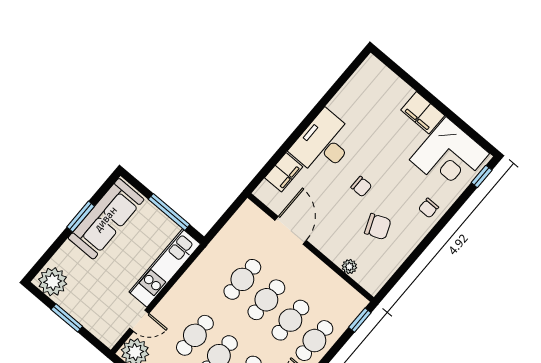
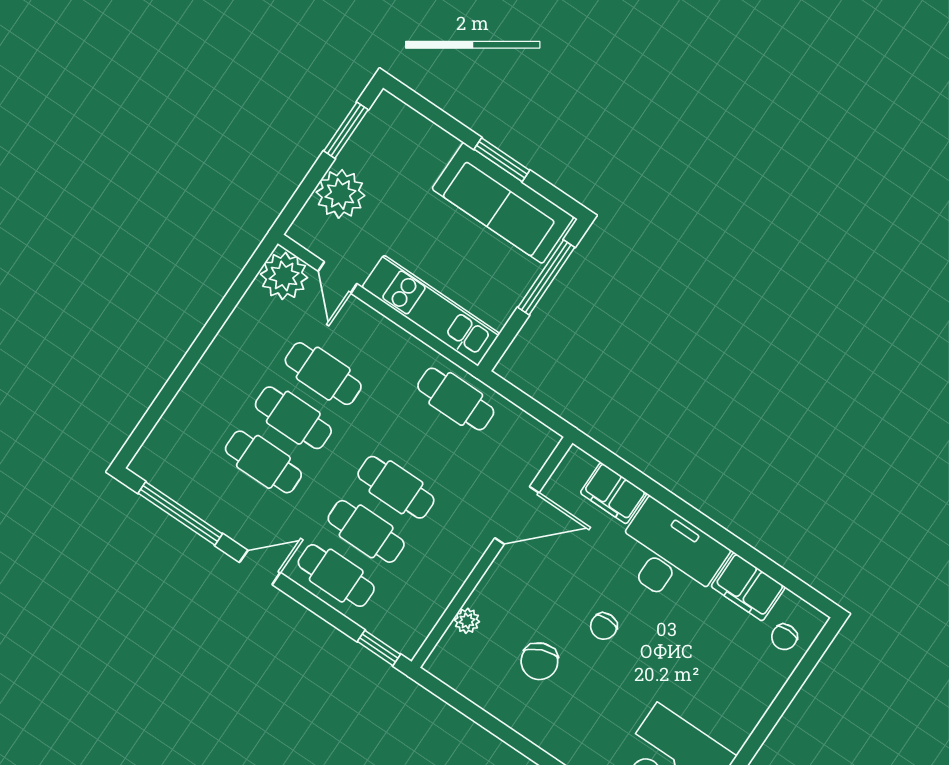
filing cabinet: (423, 113) -> (748, 587), moved, turned -90
chair: (429, 208) -> (784, 637), moved, turned -90
window: (169, 212) -> (546, 277), moved
cafe table: (242, 279) -> (456, 399), moved
plant: (53, 282) -> (340, 194), moved
window: (67, 318) -> (346, 130), moved

